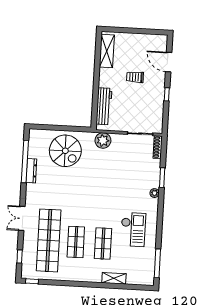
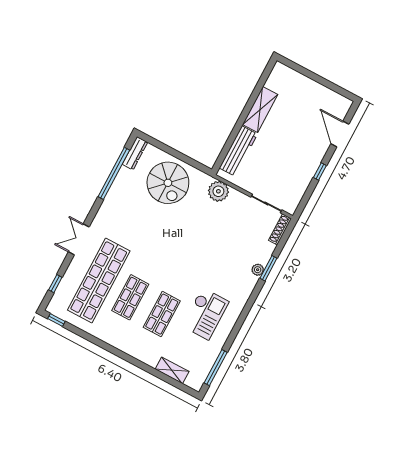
shelving: (107, 51) -> (260, 110), moved
trolley: (135, 77) -> (292, 133), removed
dresser: (31, 171) -> (135, 153), moved
plant: (155, 193) -> (258, 270), moved
shelving: (114, 278) -> (172, 370), moved

